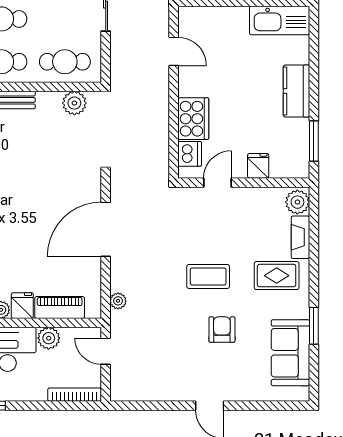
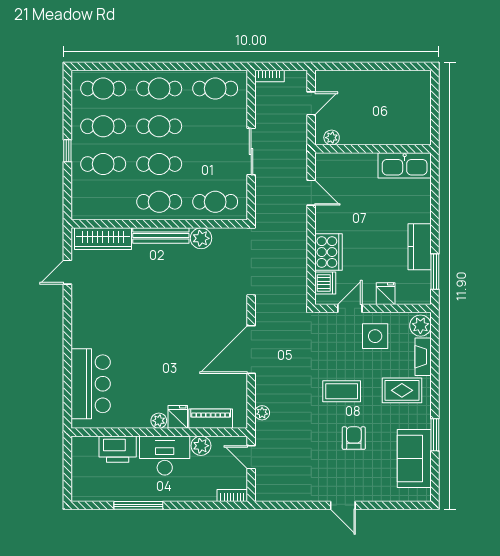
kitchen counter: (297, 91) -> (420, 247), moved
plant: (74, 103) -> (201, 238), moved
side table: (246, 214) -> (375, 336), added
bookcase: (75, 395) -> (232, 496), width x0.64

